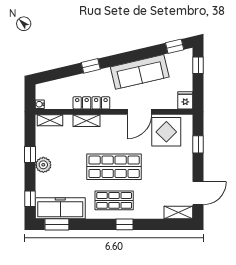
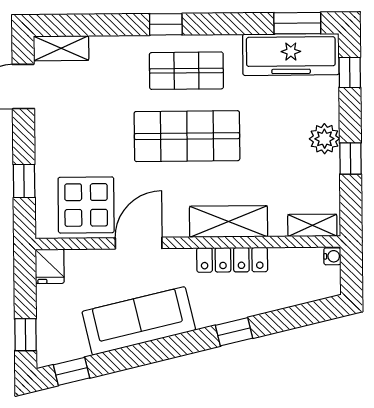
shelving: (86, 121) -> (229, 221), width x1.50, depth x1.33

